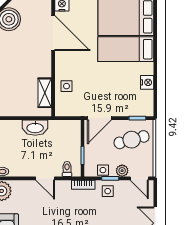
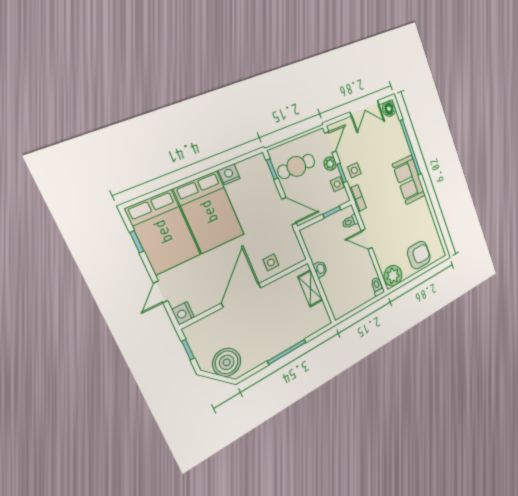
door: (53, 33) -> (241, 295), moved
bed: (126, 49) -> (209, 212), width x1.50
shelving: (45, 93) -> (310, 288), moved, turned 90
washbasin: (35, 128) -> (320, 269), width x0.52, depth x0.69
cafe table: (132, 140) -> (296, 166), turned -75
door: (45, 178) -> (367, 239), swing flipped

